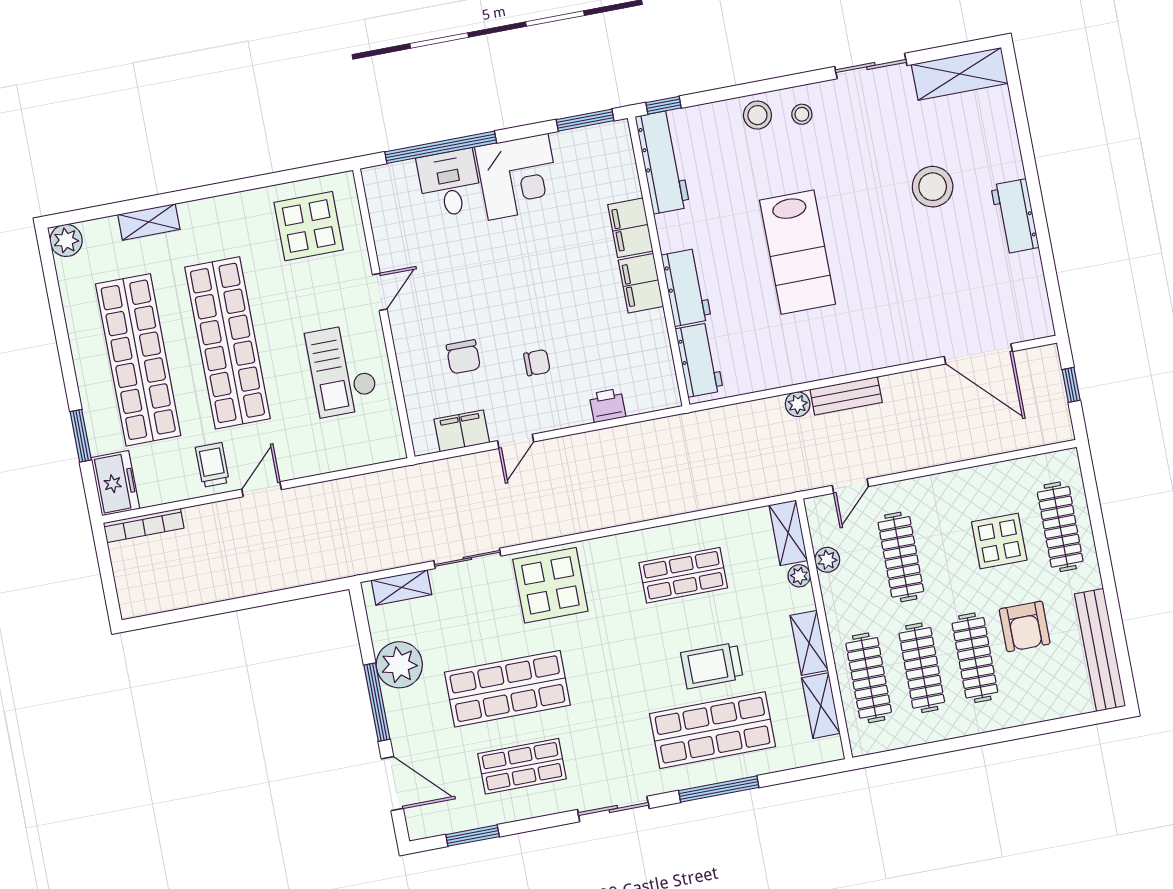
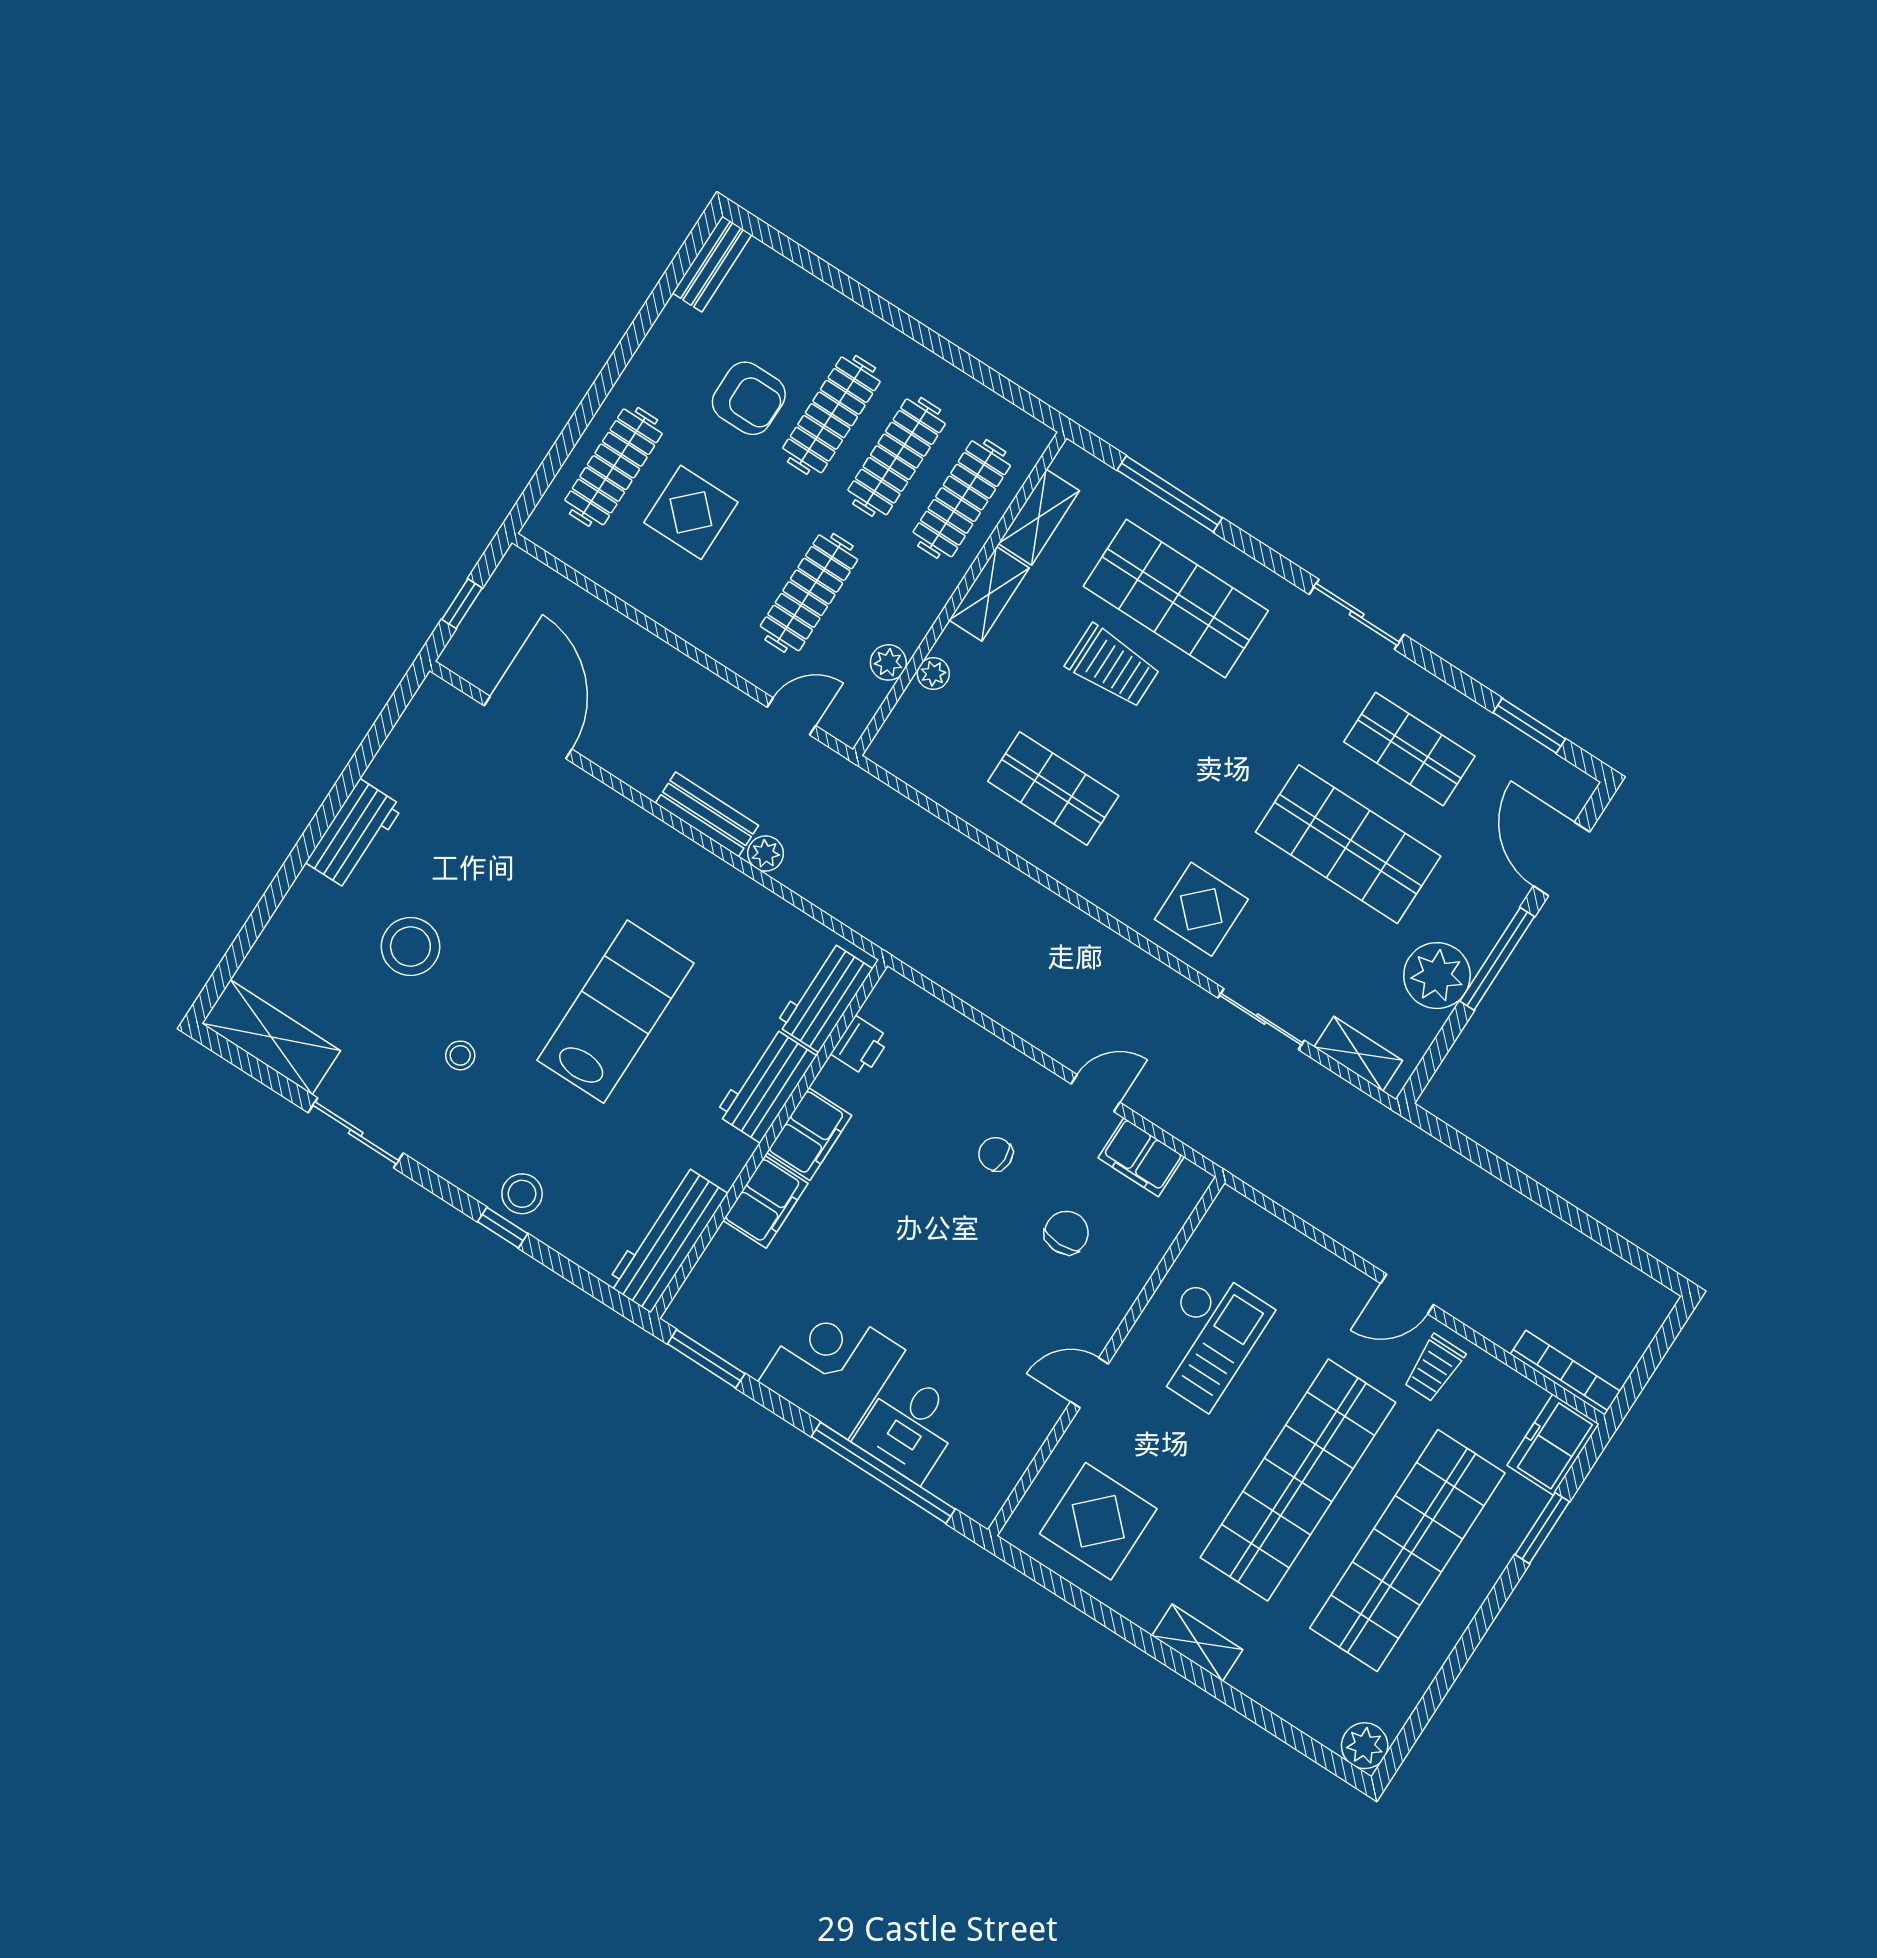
window: (664, 105) -> (503, 1228), moved
stool: (802, 114) -> (460, 1055), moved
shelving: (149, 222) -> (1197, 1643), moved
printer: (607, 405) -> (860, 1046), moved, turned -90
shelving: (788, 533) -> (902, 729), removed
display table: (550, 585) -> (1201, 909), width x0.73, depth x0.73
armchair: (1025, 626) -> (749, 398), turned 90
bench: (1100, 650) -> (712, 264), width x0.54, depth x0.82
window: (719, 789) -> (1170, 494), moved

